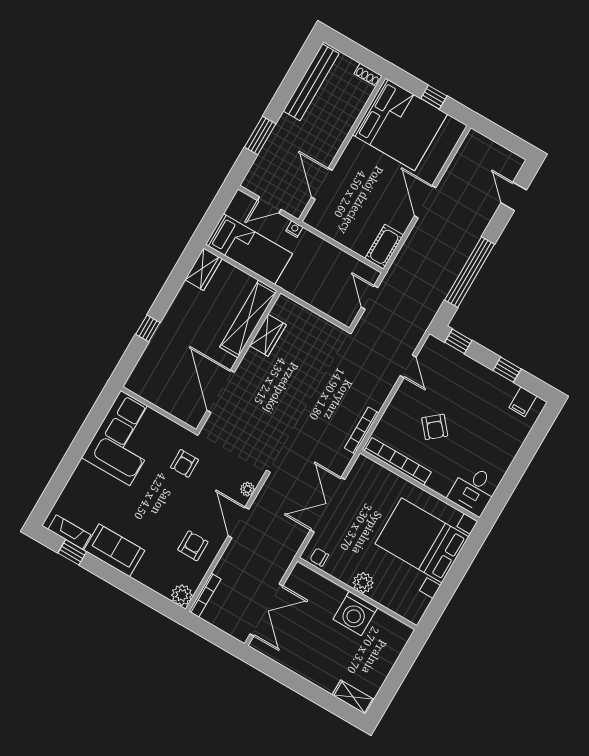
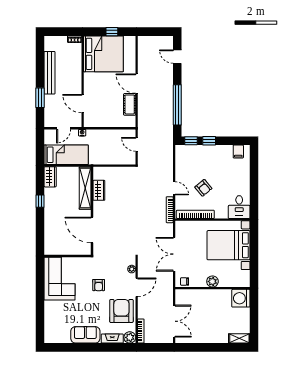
bench: (311, 82) -> (50, 73), moved
cot: (384, 247) -> (130, 104), moved
window: (148, 328) -> (40, 201), moved
door: (408, 366) -> (174, 188), moved
window: (507, 370) -> (209, 141), moved
armchair: (184, 463) -> (99, 285), moved
door: (239, 522) -> (137, 287), swing flipped
fireplace: (69, 532) -> (112, 339), moved
armchair: (193, 546) -> (121, 311), width x1.88, depth x1.88
window: (72, 552) -> (66, 347), removed
washing machine: (355, 613) -> (241, 298), moved, turned 90

